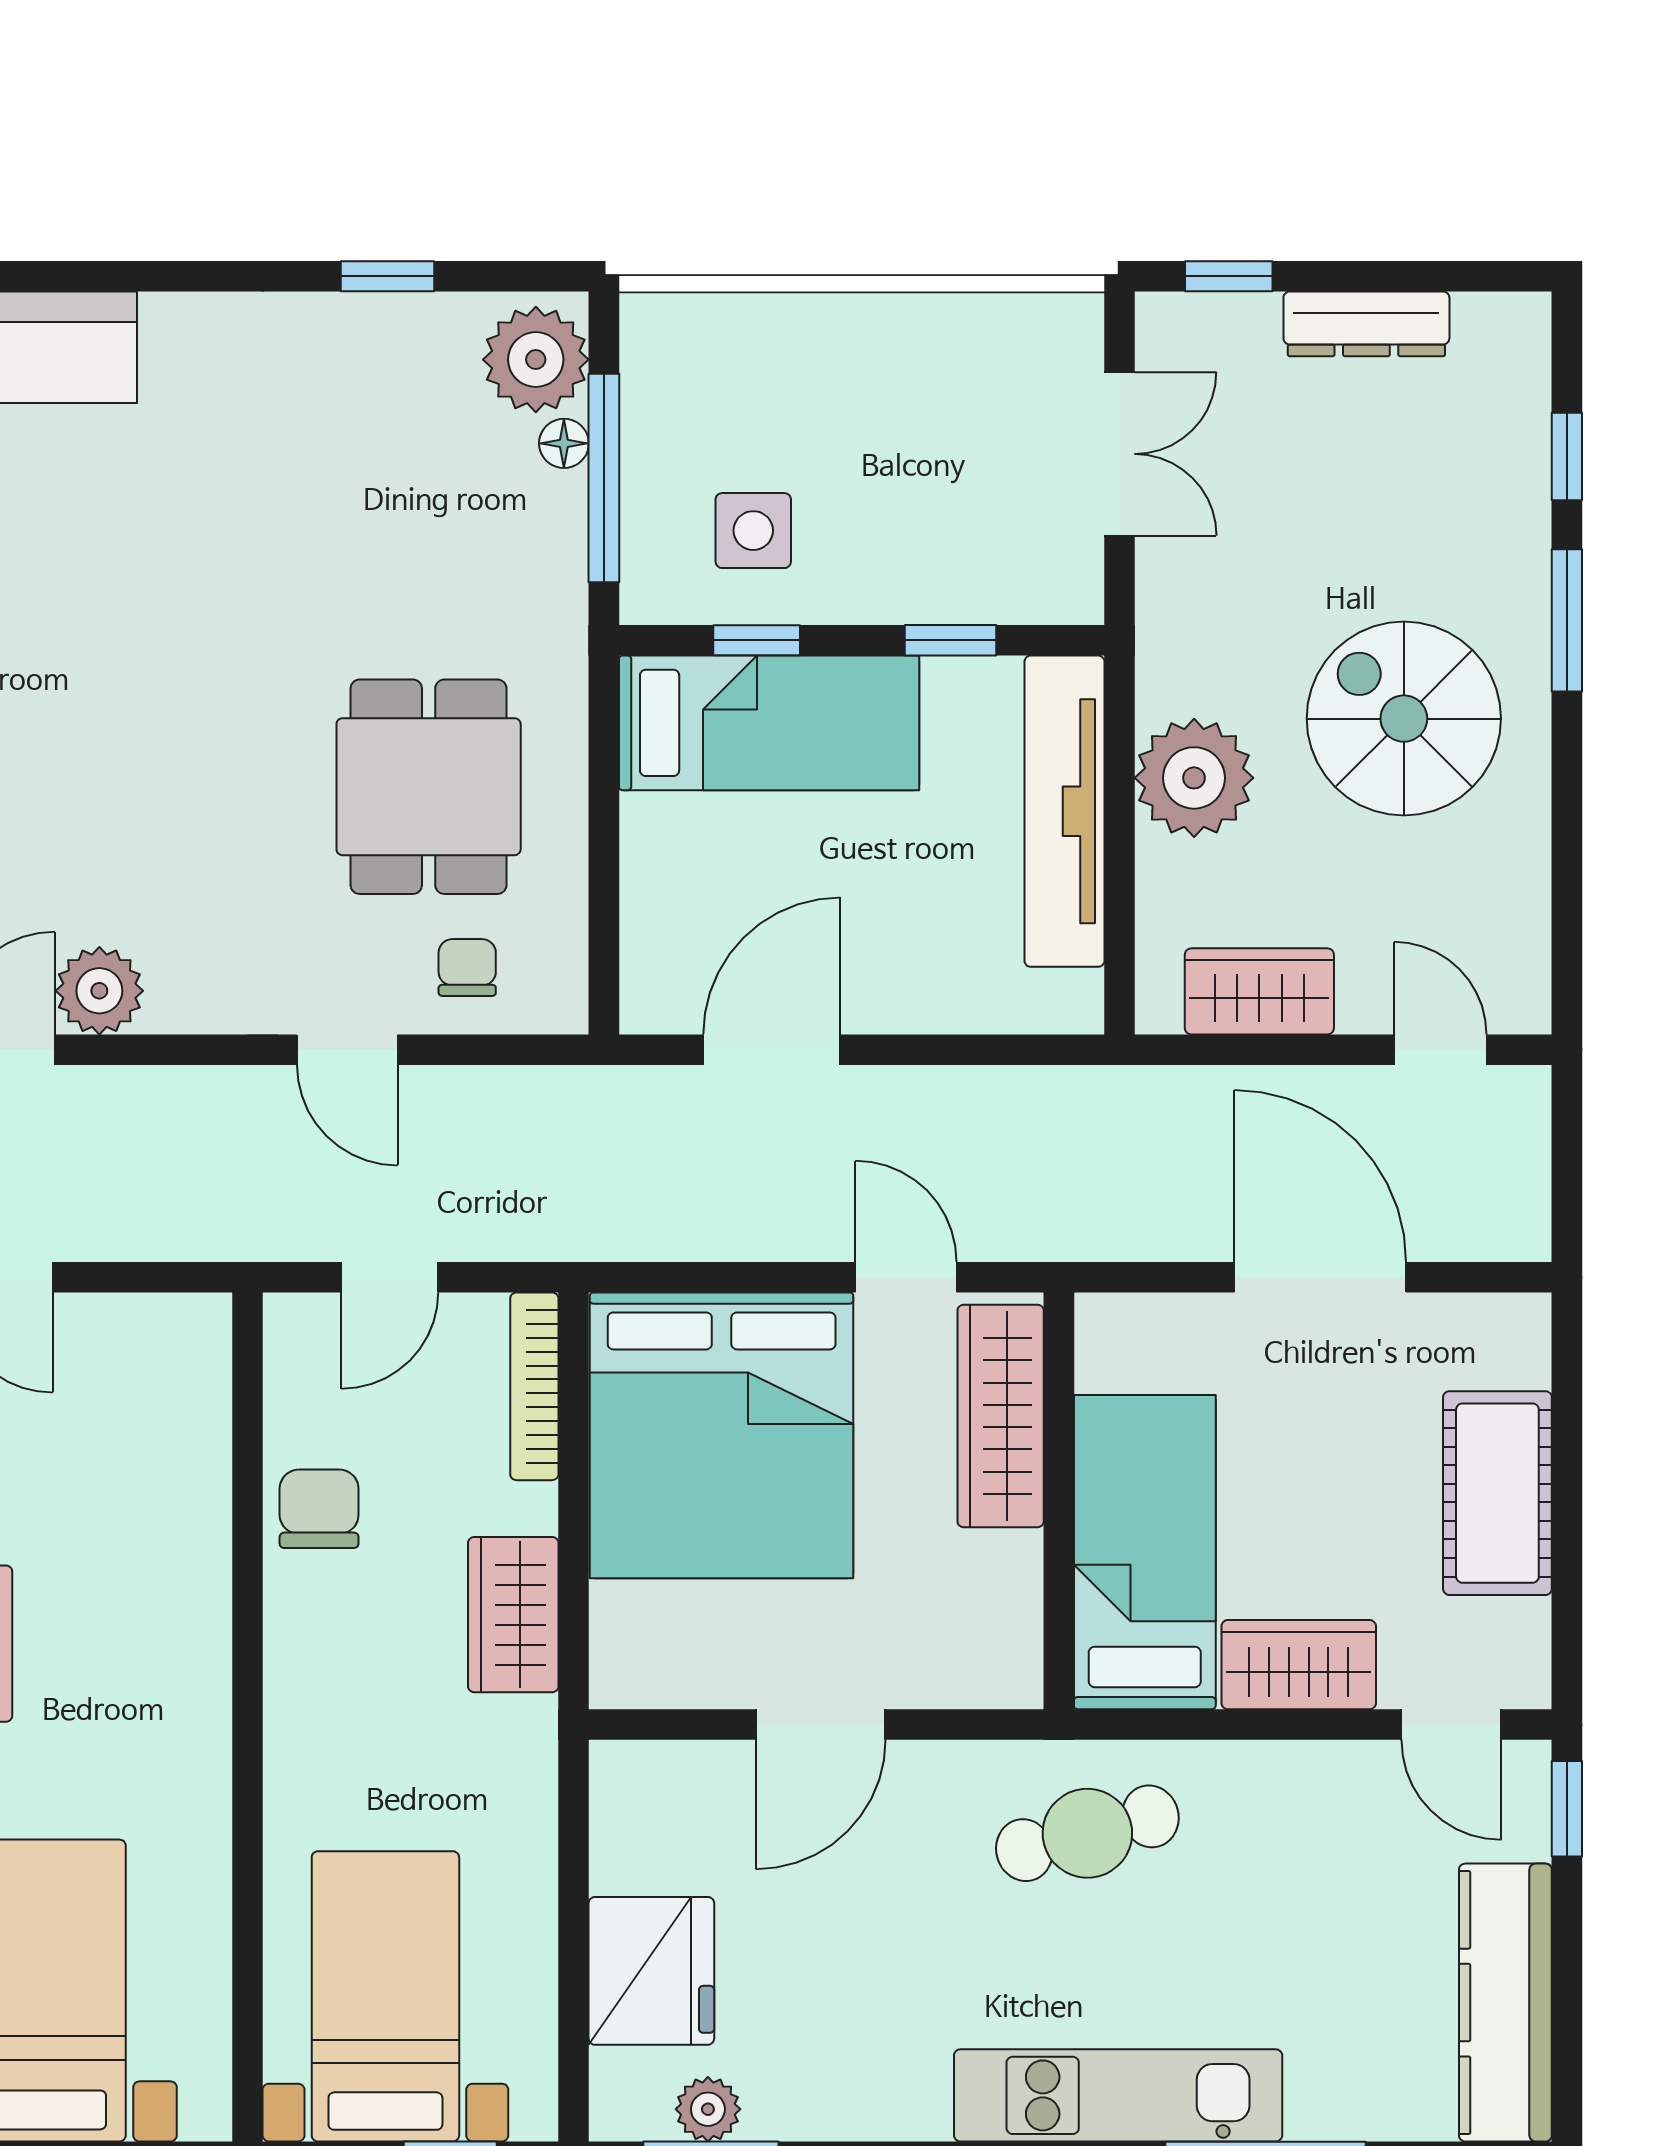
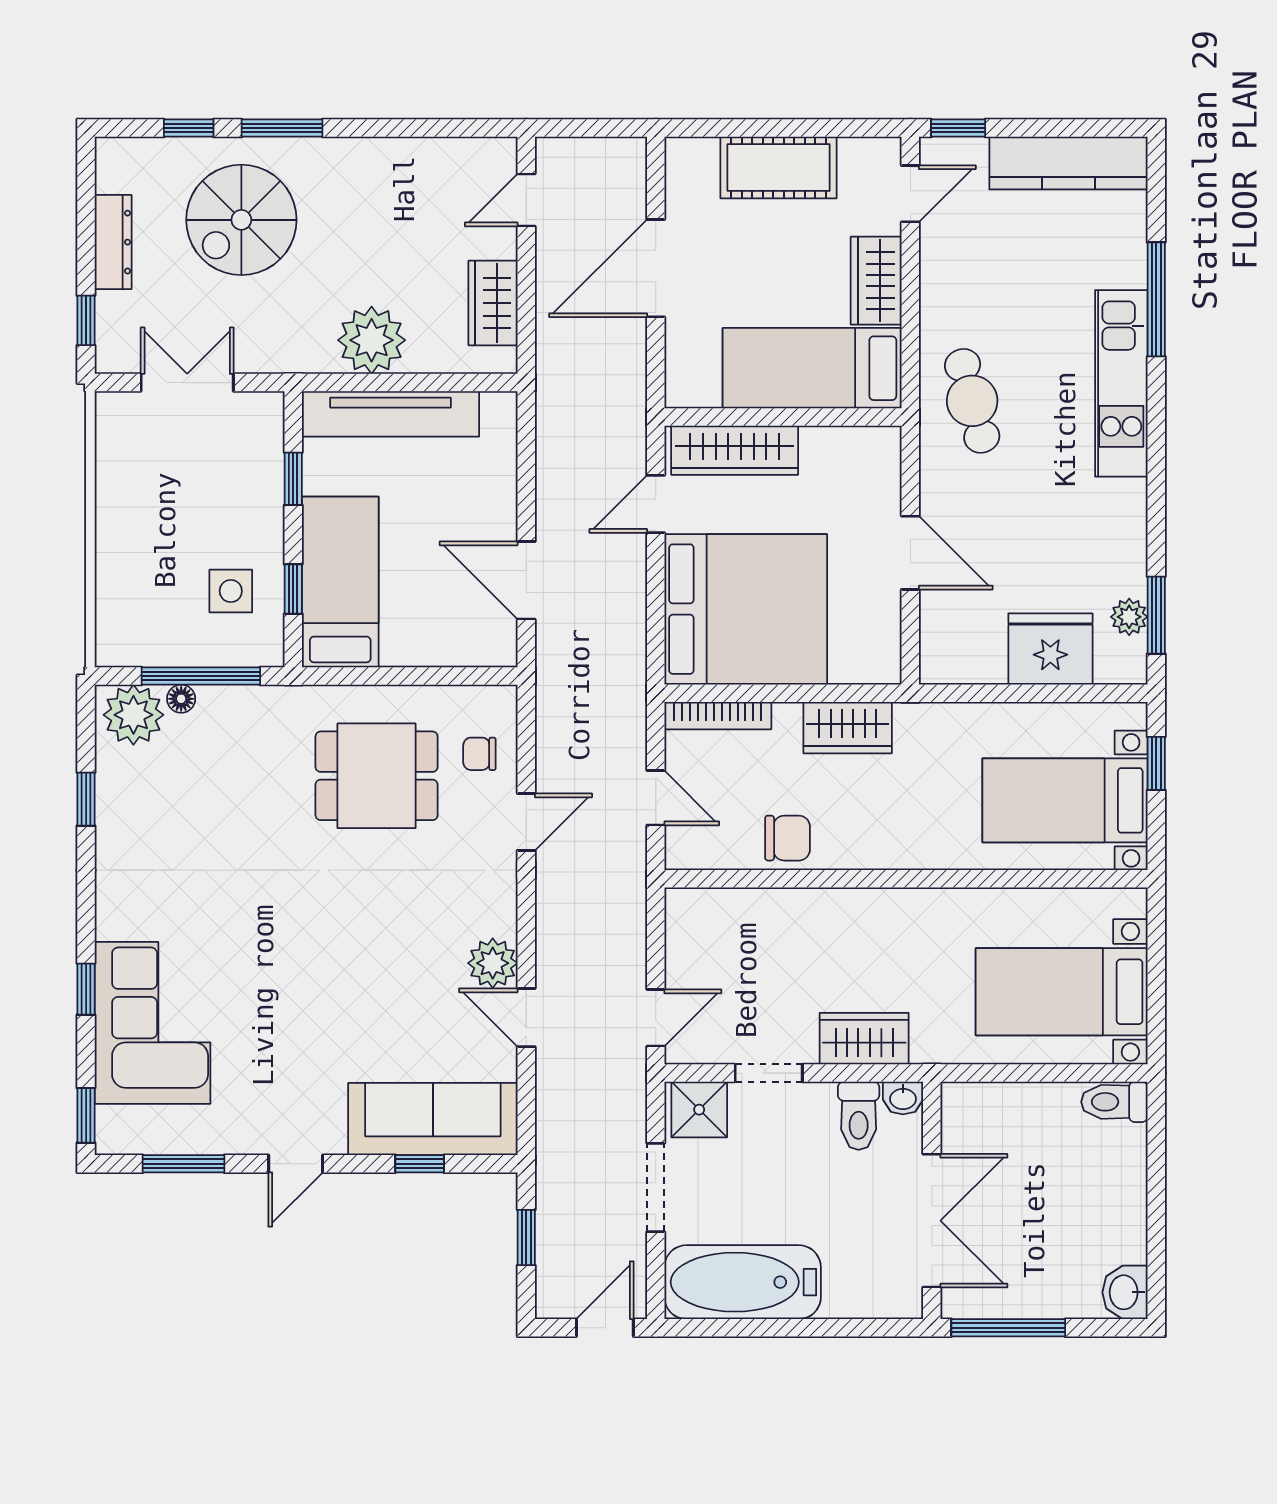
window: (54, 276) -> (86, 989), added
spiral stairs: (1404, 719) -> (241, 220), moved
chair: (319, 1509) -> (788, 838), turned 180

